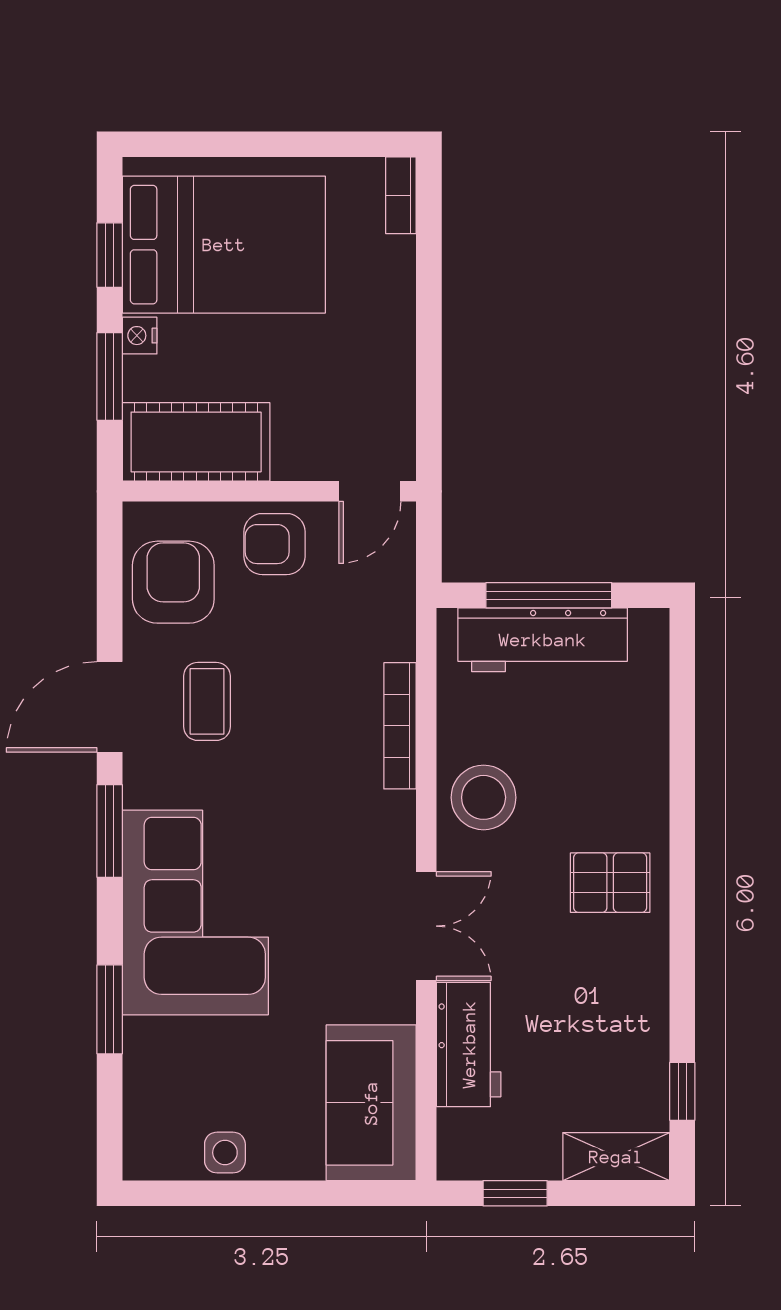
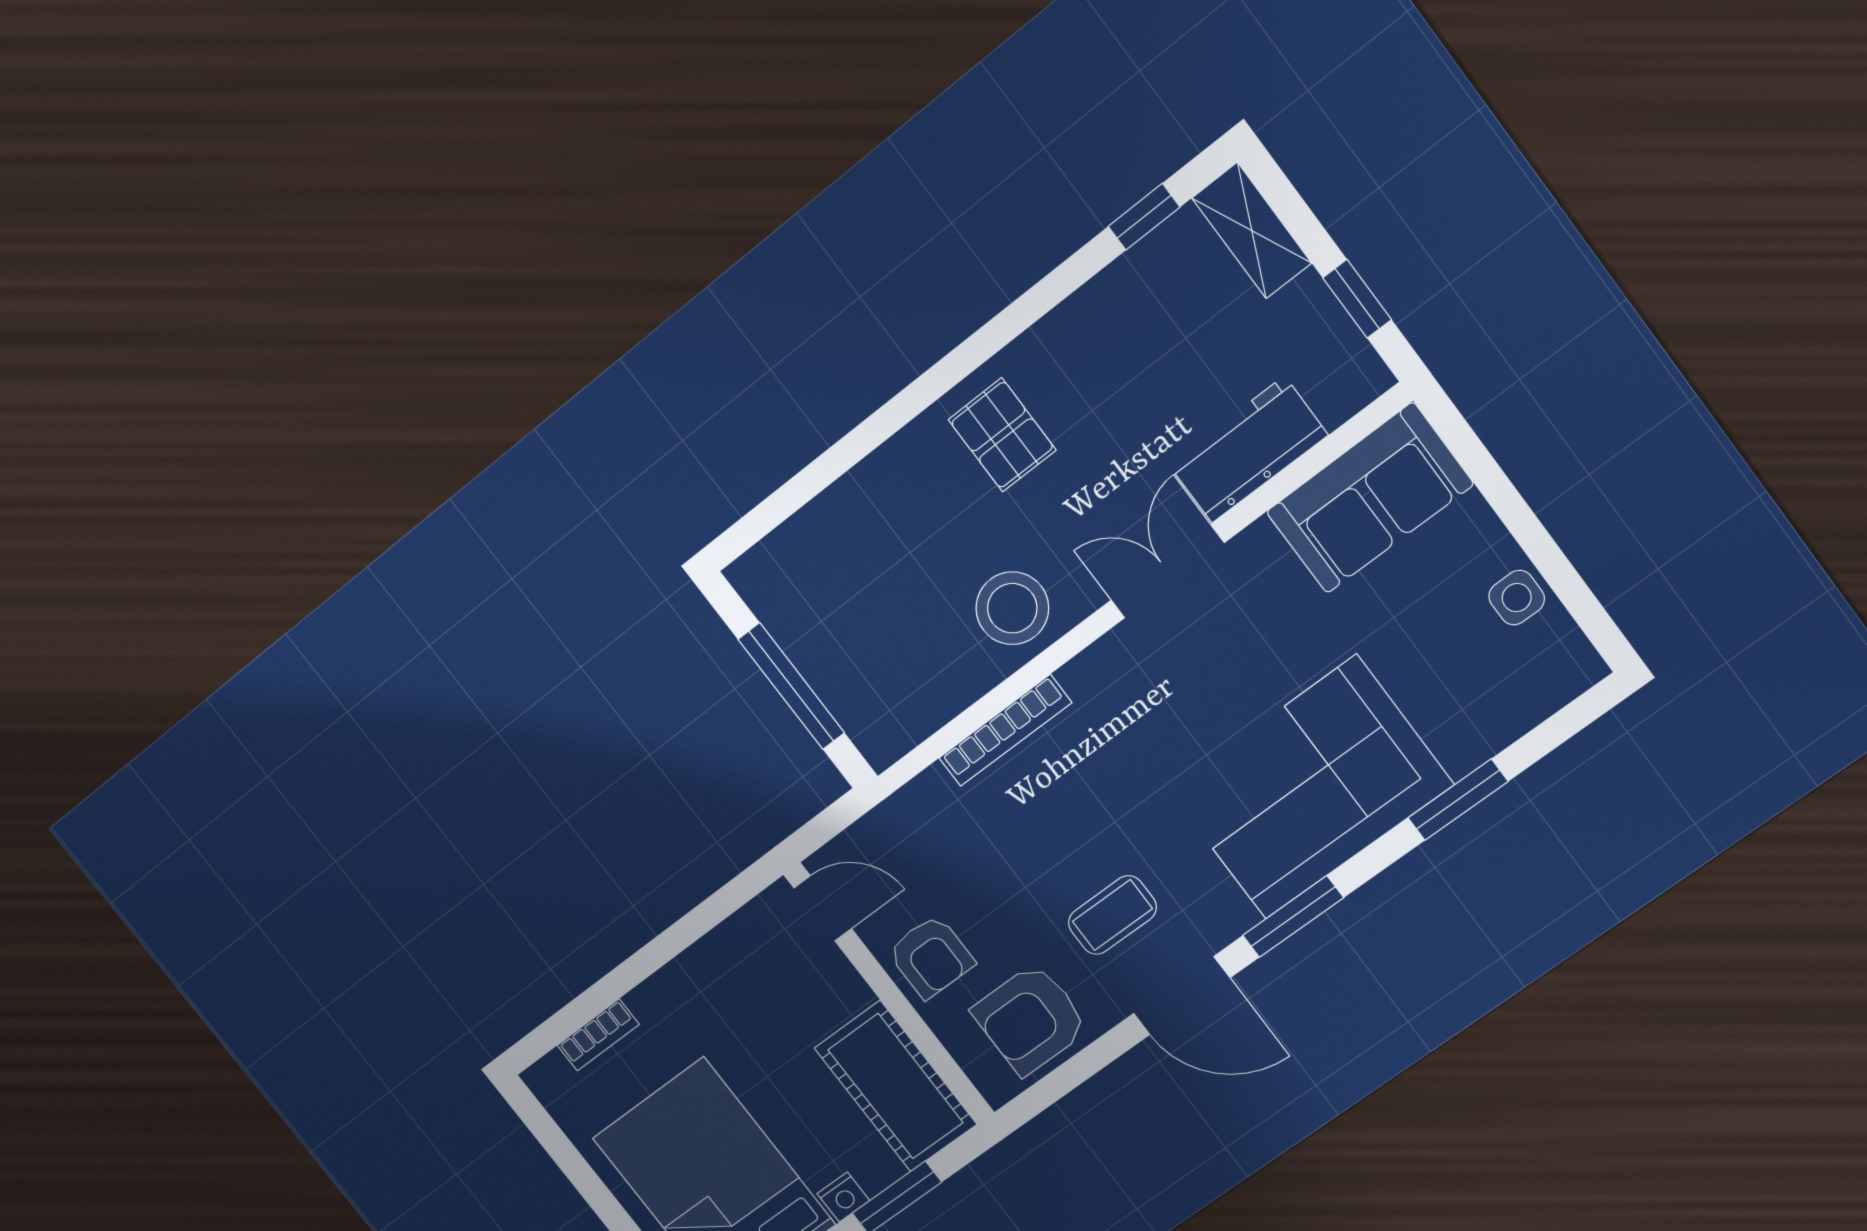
bookcase: (401, 195) -> (598, 1035), moved
workbench: (543, 640) -> (834, 662), removed

